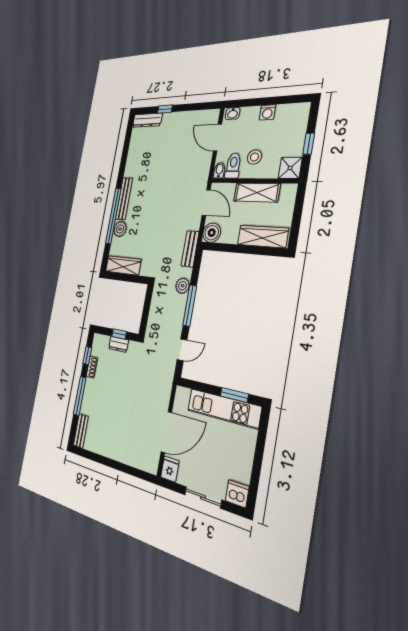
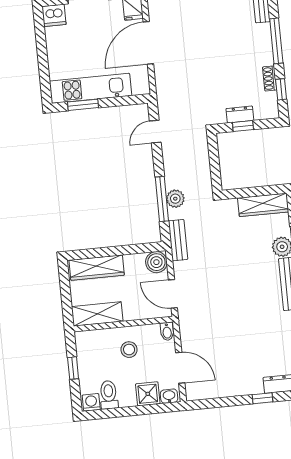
washing machine: (267, 112) -> (91, 402), moved
toilet: (233, 166) -> (109, 395), moved, turned 180
shower: (290, 168) -> (148, 394), moved
shelving: (257, 193) -> (97, 314), moved
window: (190, 306) -> (162, 199), moved

